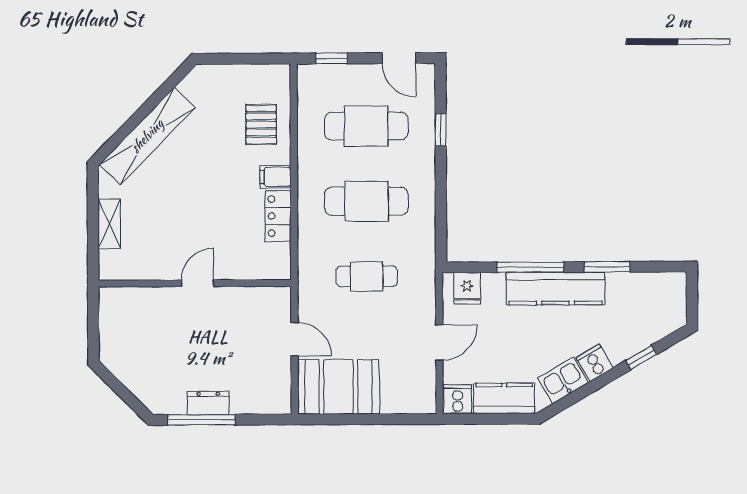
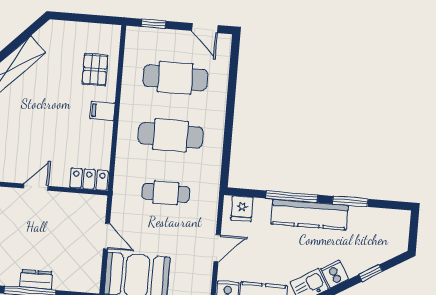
window: (441, 130) -> (232, 86), removed
locker: (278, 216) -> (89, 179), moved, turned 90

